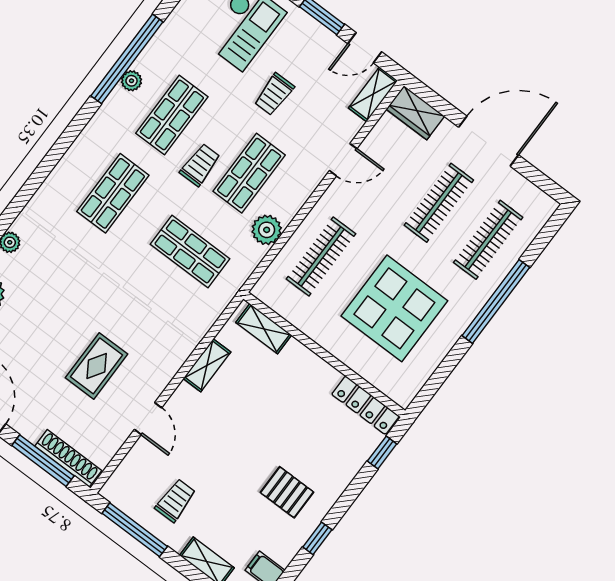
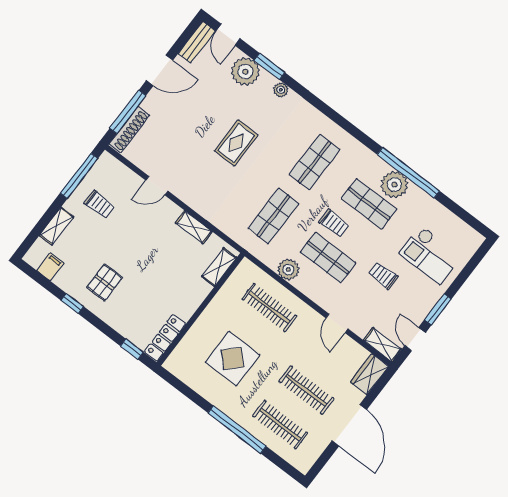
plant: (132, 81) -> (394, 185), width x1.88, depth x1.88
shop shelf: (113, 193) -> (315, 162), turned 90
display table: (394, 308) -> (233, 359), width x0.73, depth x0.73
rug: (97, 366) -> (236, 143), moved, turned 90

